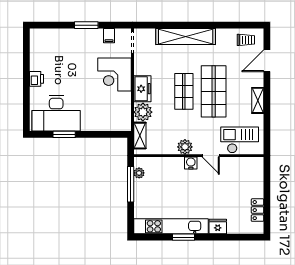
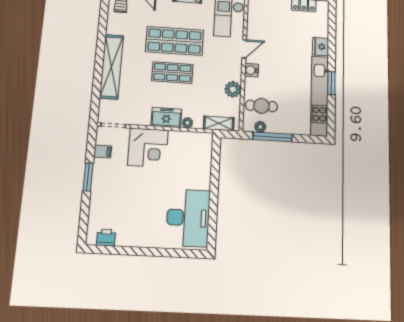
printer: (36, 79) -> (106, 237), moved
plant: (143, 112) -> (188, 123), width x0.53, depth x0.53
window: (64, 134) -> (213, 210), removed
plant: (185, 147) -> (233, 89), moved
cafe table: (158, 173) -> (261, 106), added

